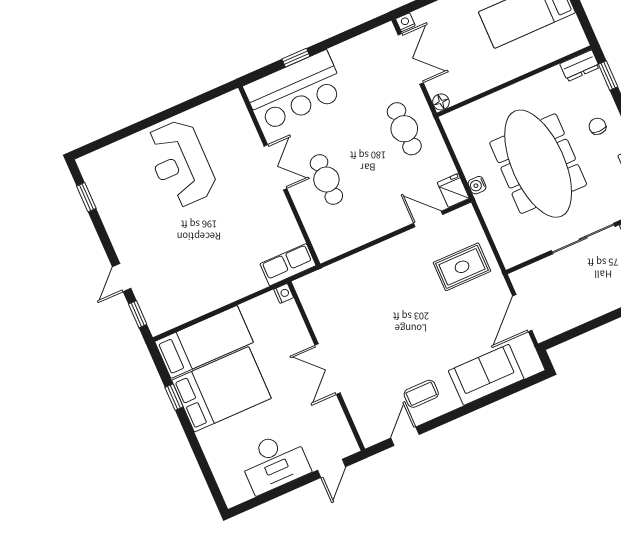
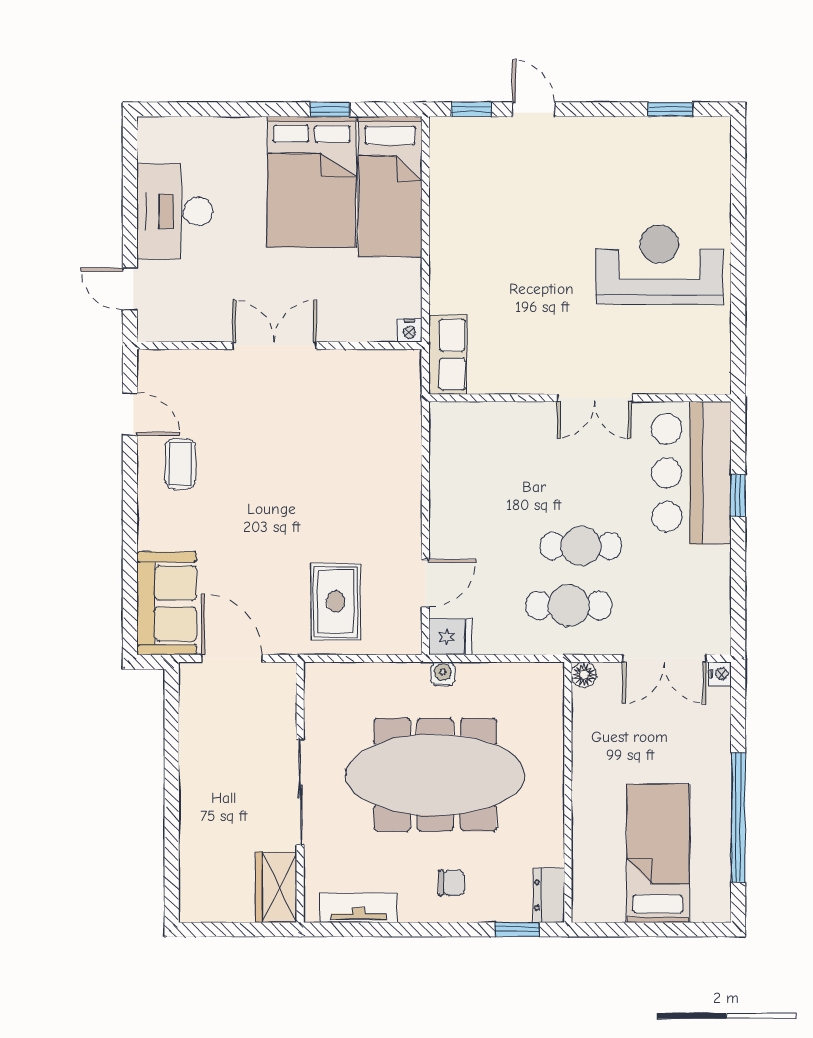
cafe table: (326, 180) -> (581, 546), moved
sofa: (486, 375) -> (167, 603), moved

